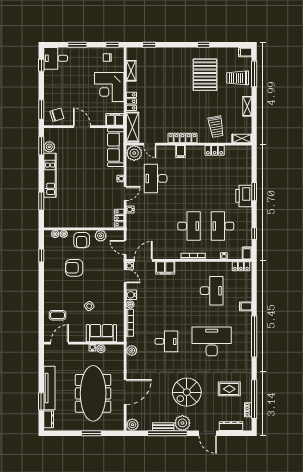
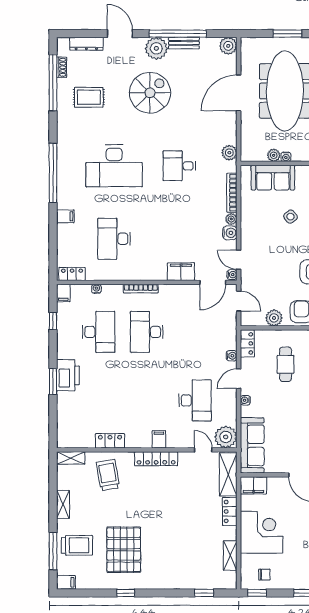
cafe table: (93, 204) -> (286, 364), added

